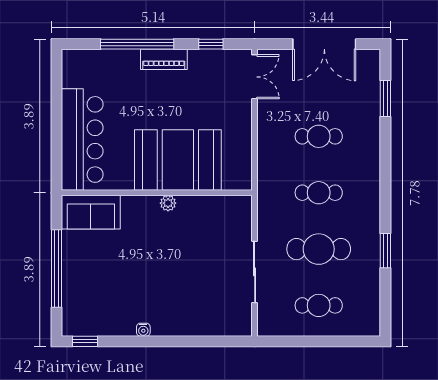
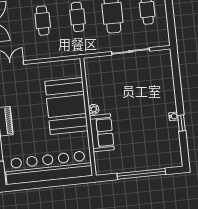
bar counter: (82, 139) -> (49, 168), width x1.36
sofa: (91, 212) -> (102, 133), moved
window: (85, 341) -> (181, 123), moved

